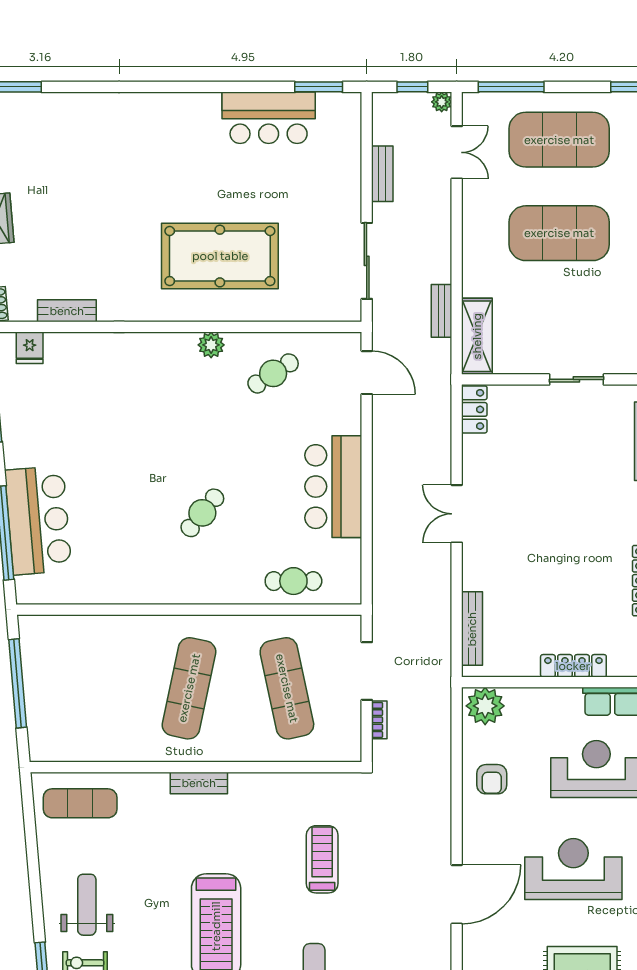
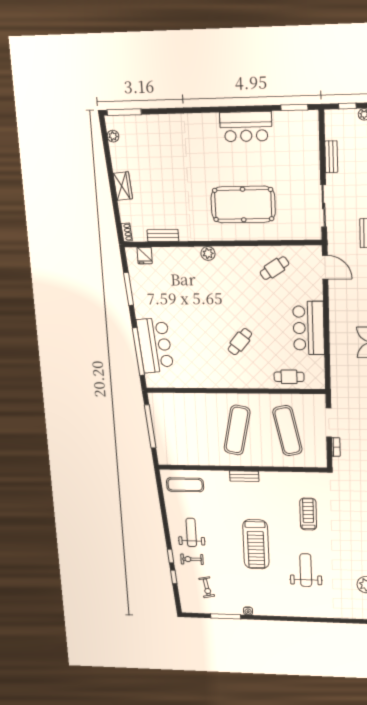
bar counter: (269, 118) -> (246, 127), moved
plant: (211, 345) -> (208, 253), moved

